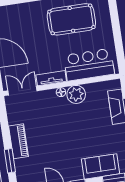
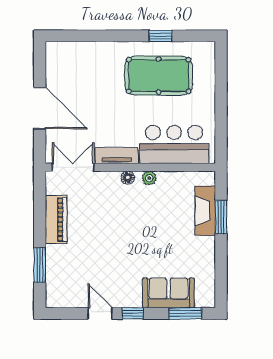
plant: (76, 94) -> (149, 178), width x0.53, depth x0.53
piano: (18, 141) -> (56, 219), moved

